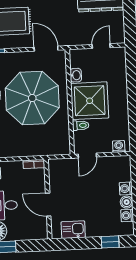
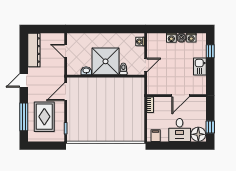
parasol: (32, 98) -> (102, 104), removed
door: (87, 155) -> (146, 65), hinge flipped
kitchen sink: (73, 230) -> (200, 66), moved

